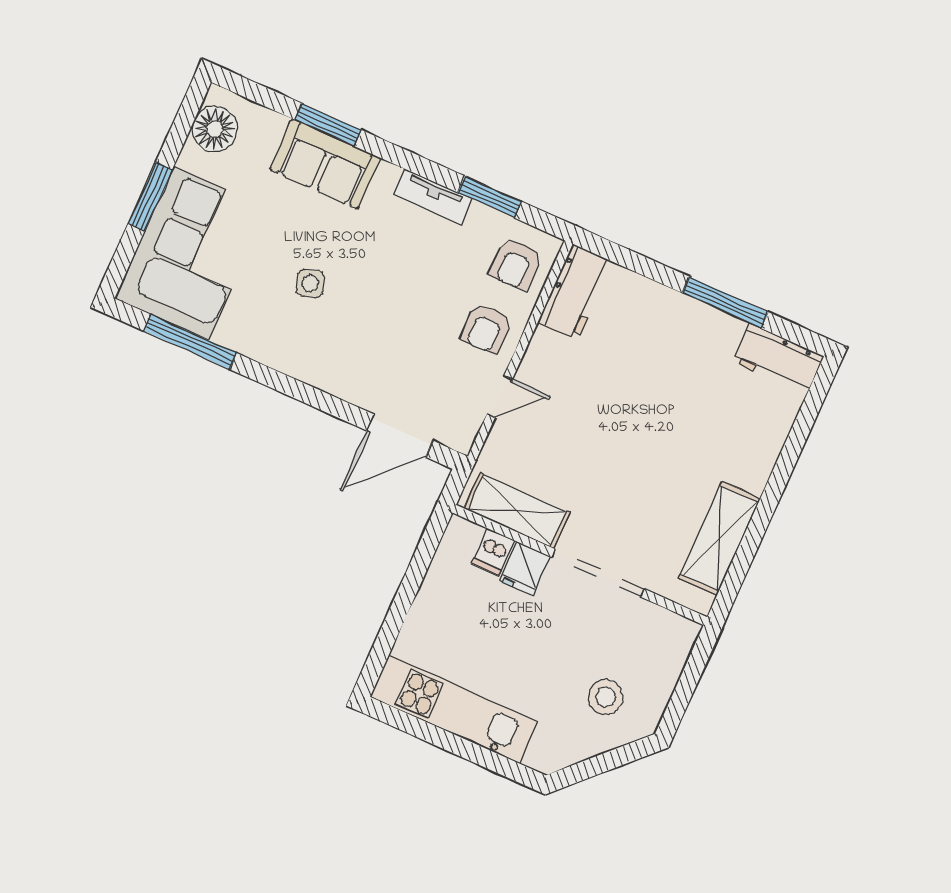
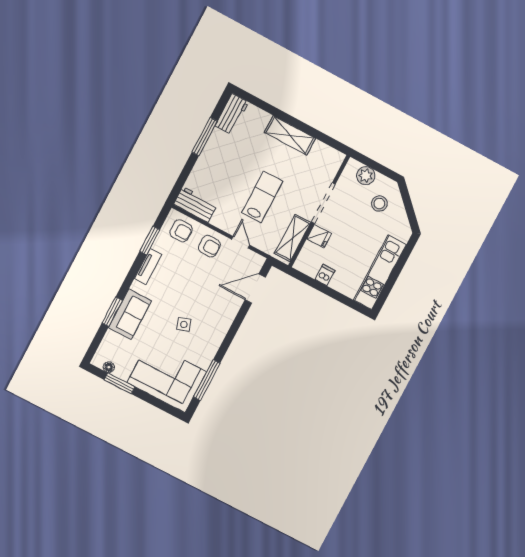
floor lamp: (215, 129) -> (109, 367), width x0.53, depth x0.53
window: (150, 197) -> (120, 383), moved
door: (400, 436) -> (255, 289), swing flipped
lab bench: (602, 438) -> (262, 197), added
shelving: (719, 539) -> (290, 135), moved
dishwasher: (493, 552) -> (325, 275), moved, turned -90
plant: (665, 663) -> (366, 176), added

